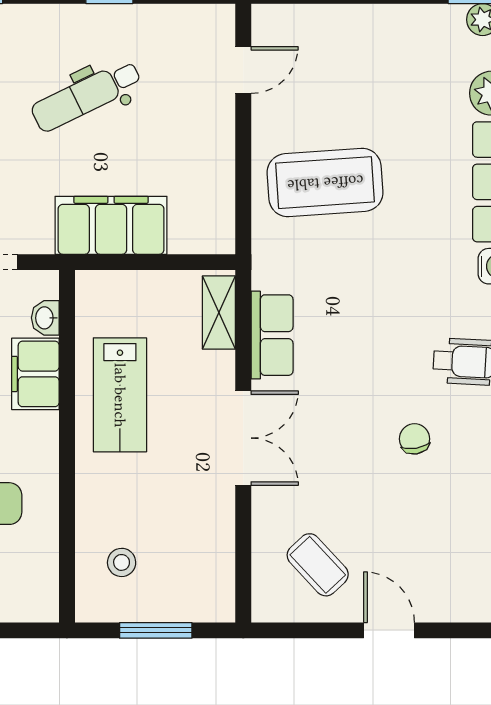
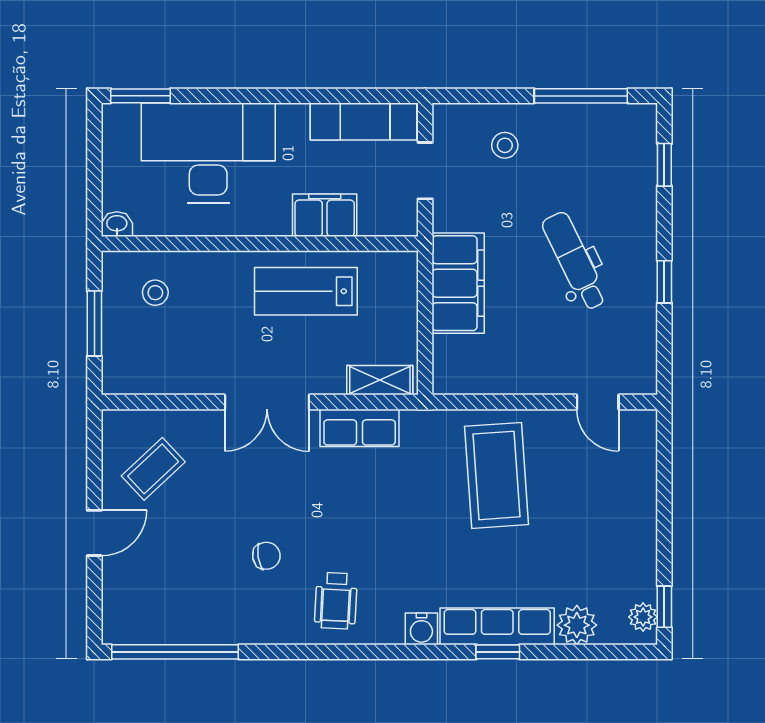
washbasin: (45, 318) -> (117, 224), moved

